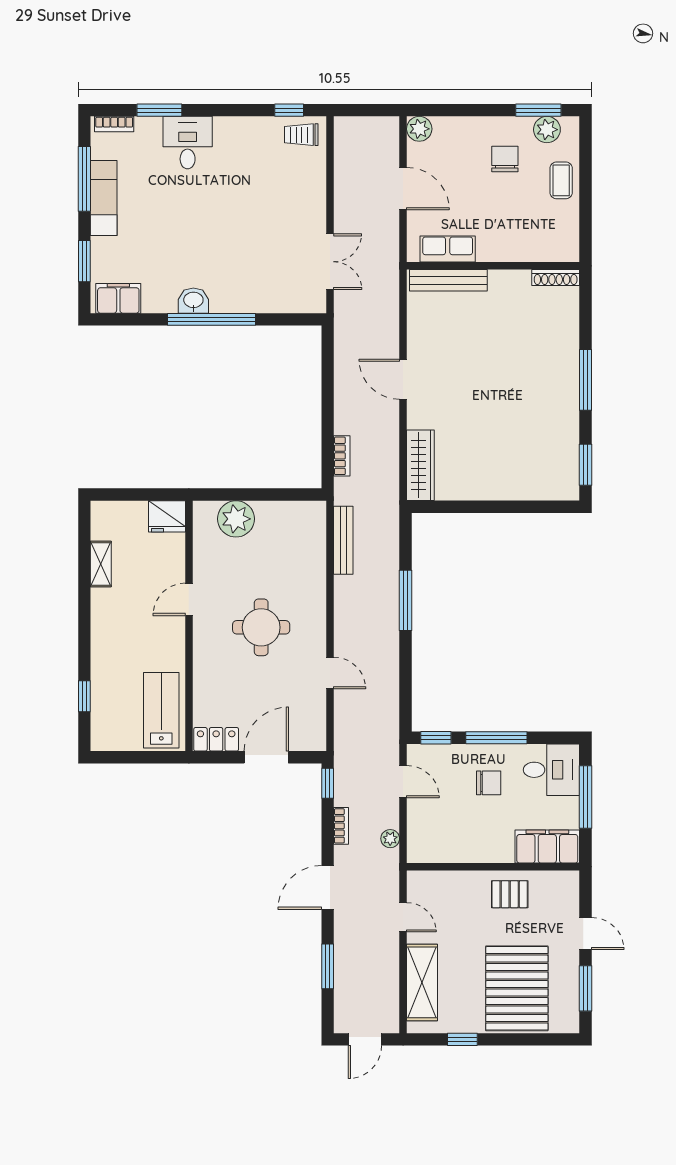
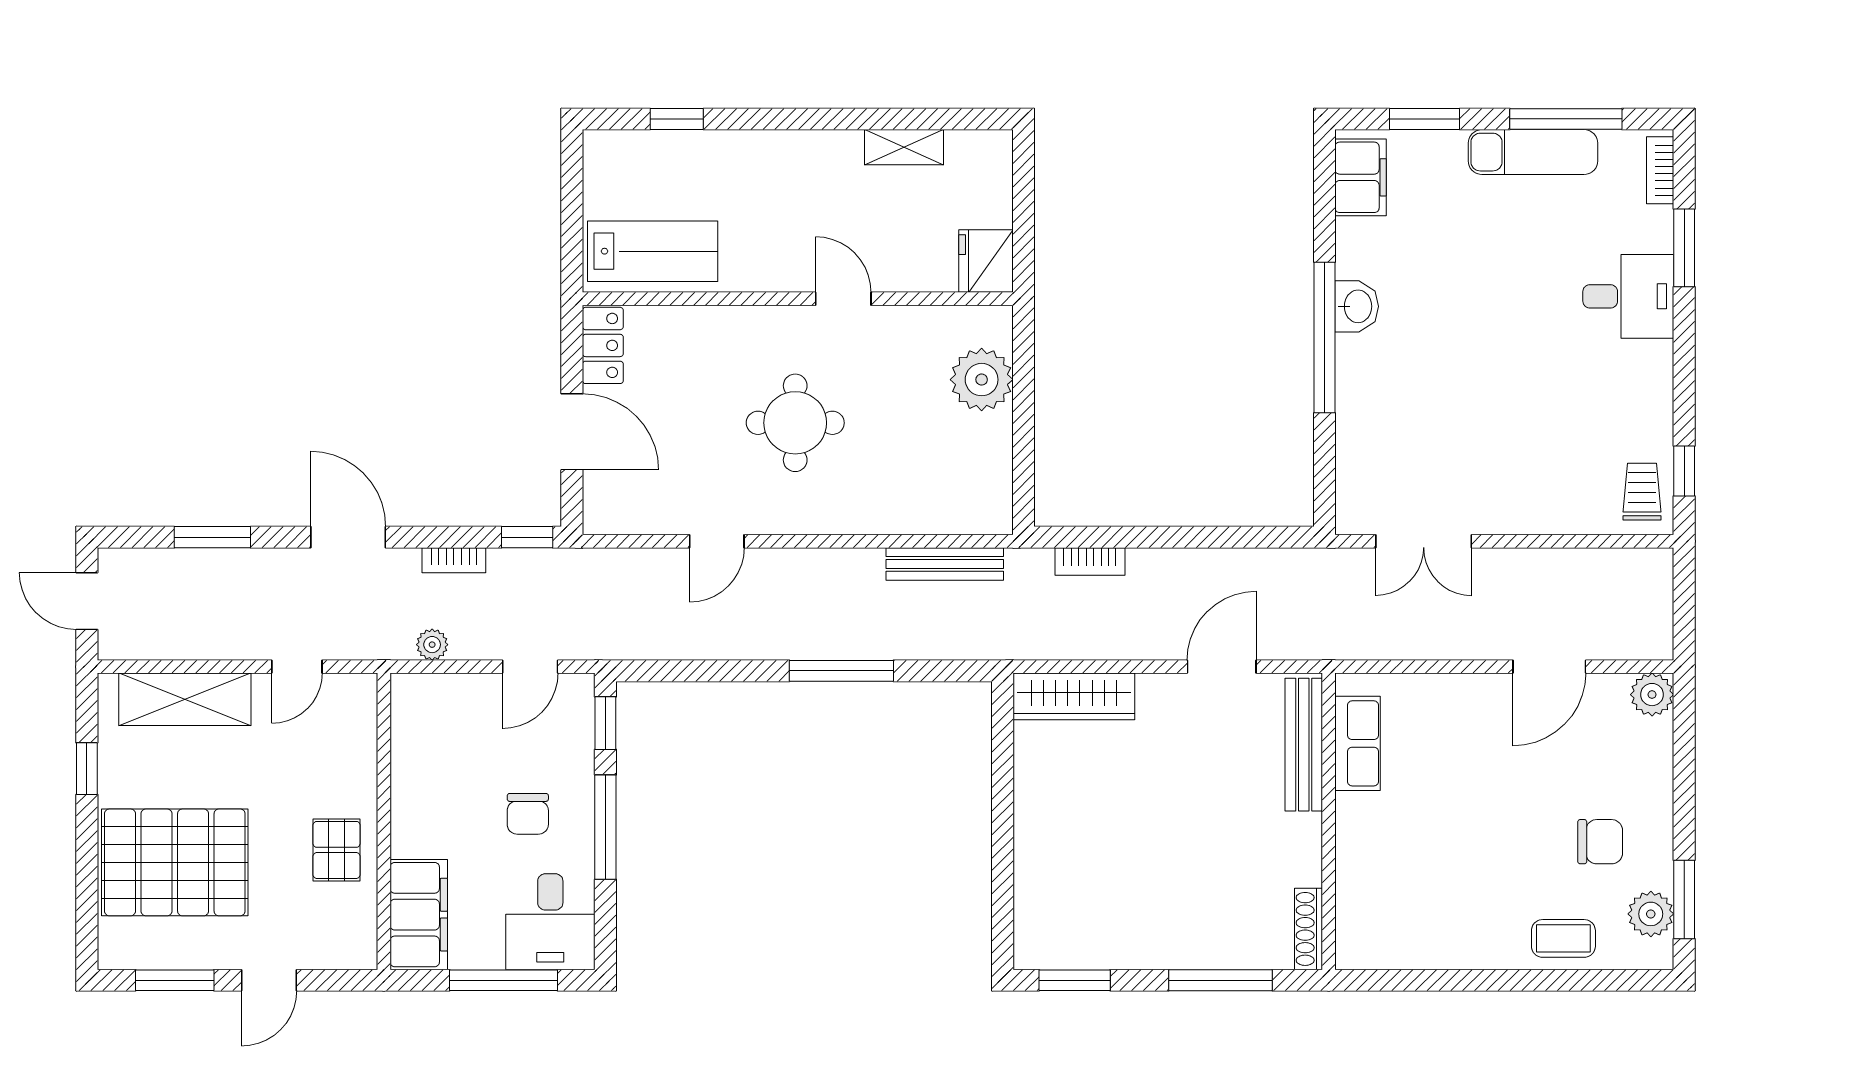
row of seats: (448, 249) -> (1358, 743), moved
wall: (493, 266) -> (1329, 821), moved
shoe rack: (556, 278) -> (1309, 929), moved
bench: (448, 280) -> (1304, 745), moved

